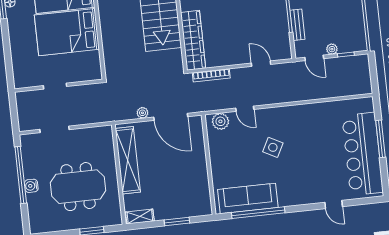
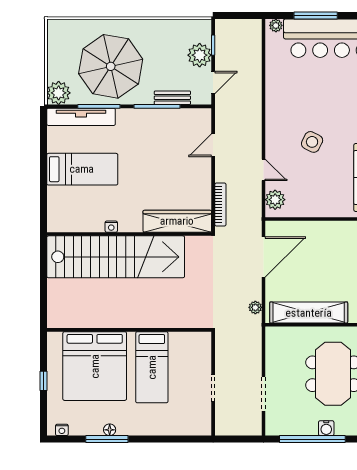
bed: (67, 32) -> (152, 367), width x0.67
plant: (332, 49) -> (200, 55), width x1.88, depth x1.88
plant: (368, 106) -> (276, 25), added
door: (245, 109) -> (264, 170), hinge flipped
plant: (142, 113) -> (255, 307), moved

